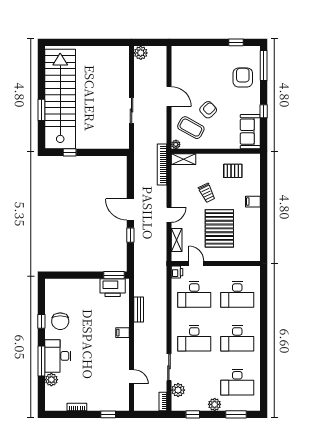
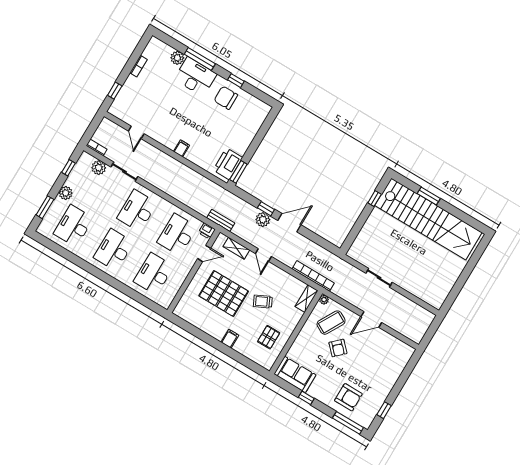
plant: (141, 53) -> (263, 220), moved
bench: (139, 310) -> (221, 220), moved
door: (132, 377) -> (136, 132), hinge flipped

